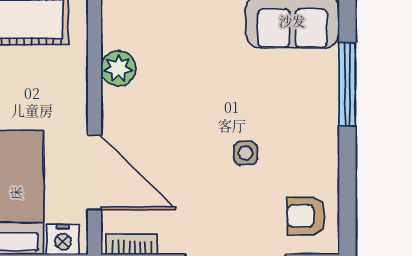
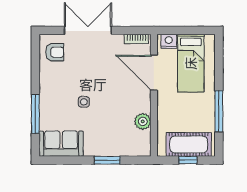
side table: (246, 153) -> (84, 102), moved

